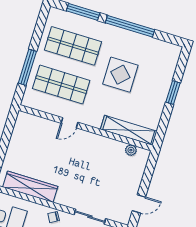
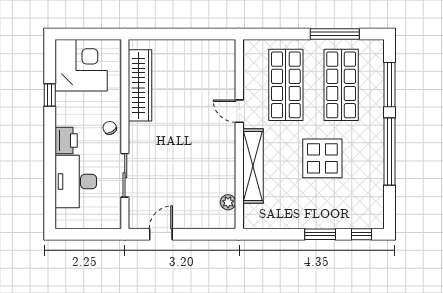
window: (182, 63) -> (362, 234), added
window: (27, 67) -> (335, 34), moved
shelving: (129, 130) -> (253, 166), moved
door: (139, 204) -> (161, 234), swing flipped

